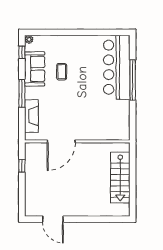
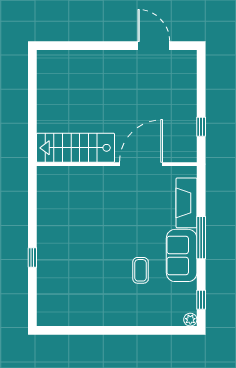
bar counter: (117, 67) -> (57, 277), removed
sofa: (35, 69) -> (182, 255), moved
window: (133, 80) -> (32, 258), width x0.32
stairs: (120, 178) -> (75, 148), moved, turned -90

